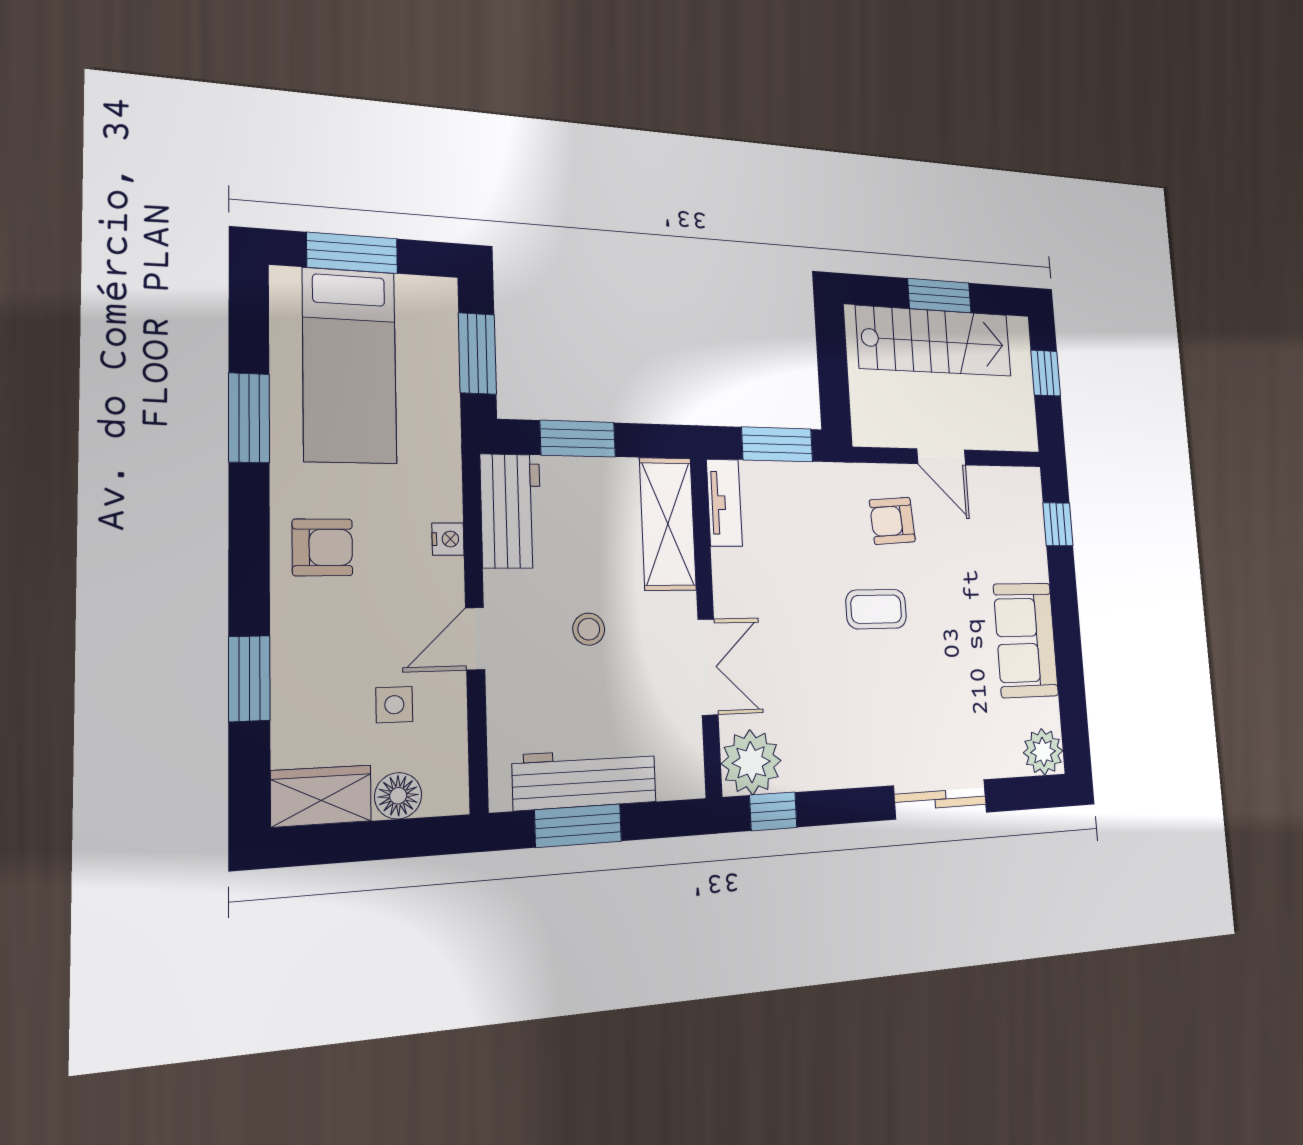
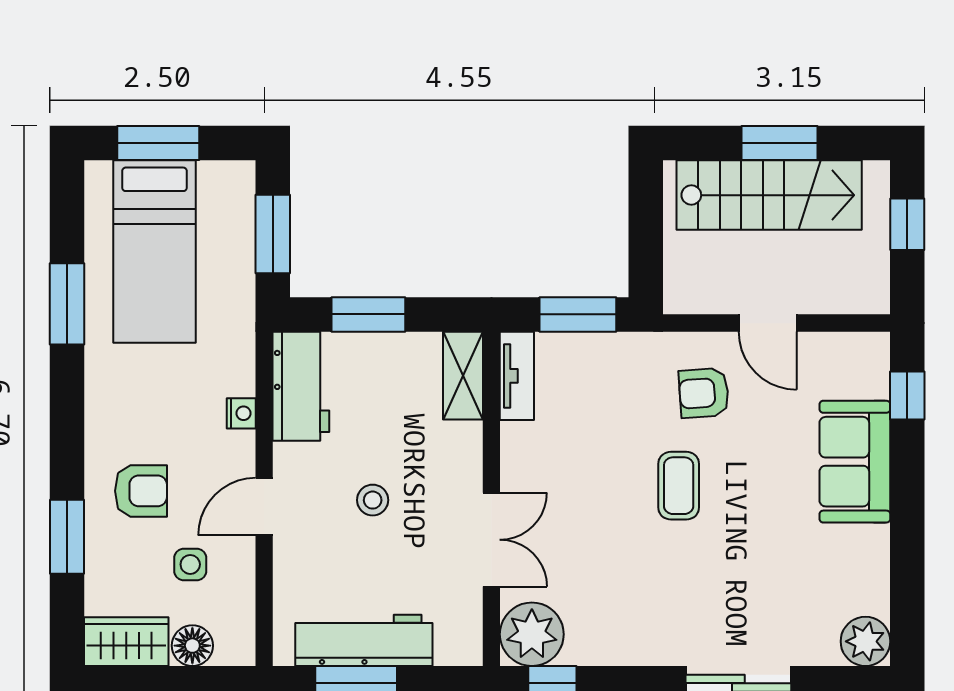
shelving: (668, 524) -> (463, 376), width x0.67, depth x0.75
armchair: (322, 547) -> (141, 491), moved
coffee table: (876, 609) -> (679, 486), turned 90
sofa: (1026, 640) -> (855, 462), moved

